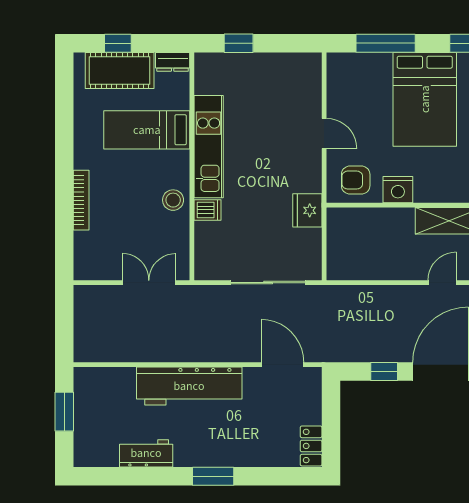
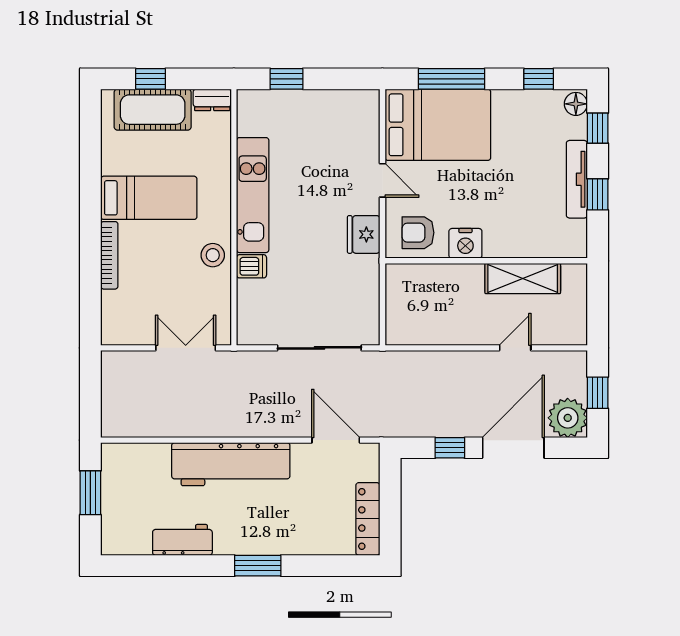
bed: (425, 99) -> (438, 125), moved, turned -90
bed: (147, 130) -> (149, 198), moved, turned 180
fridge: (307, 210) -> (364, 234), moved
locker: (311, 446) -> (368, 519), width x1.53

